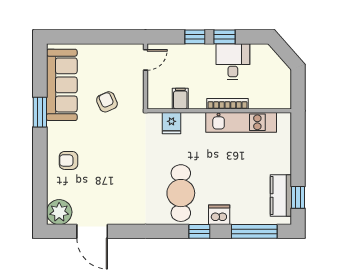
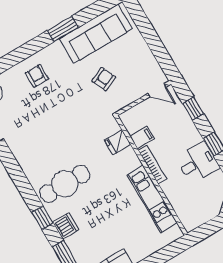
window: (195, 37) -> (193, 109), moved
bookcase: (227, 104) -> (152, 165), moved

